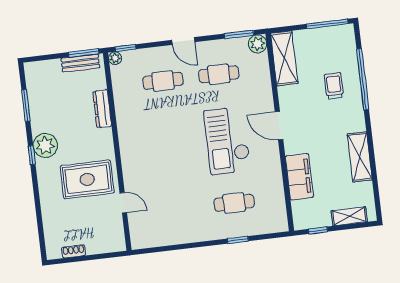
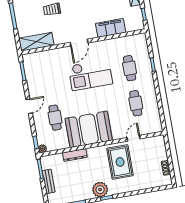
plant: (258, 44) -> (28, 59), removed
bench: (80, 63) -> (49, 181), moved
cafe table: (219, 74) -> (136, 103), moved
booth: (141, 133) -> (89, 129), added

